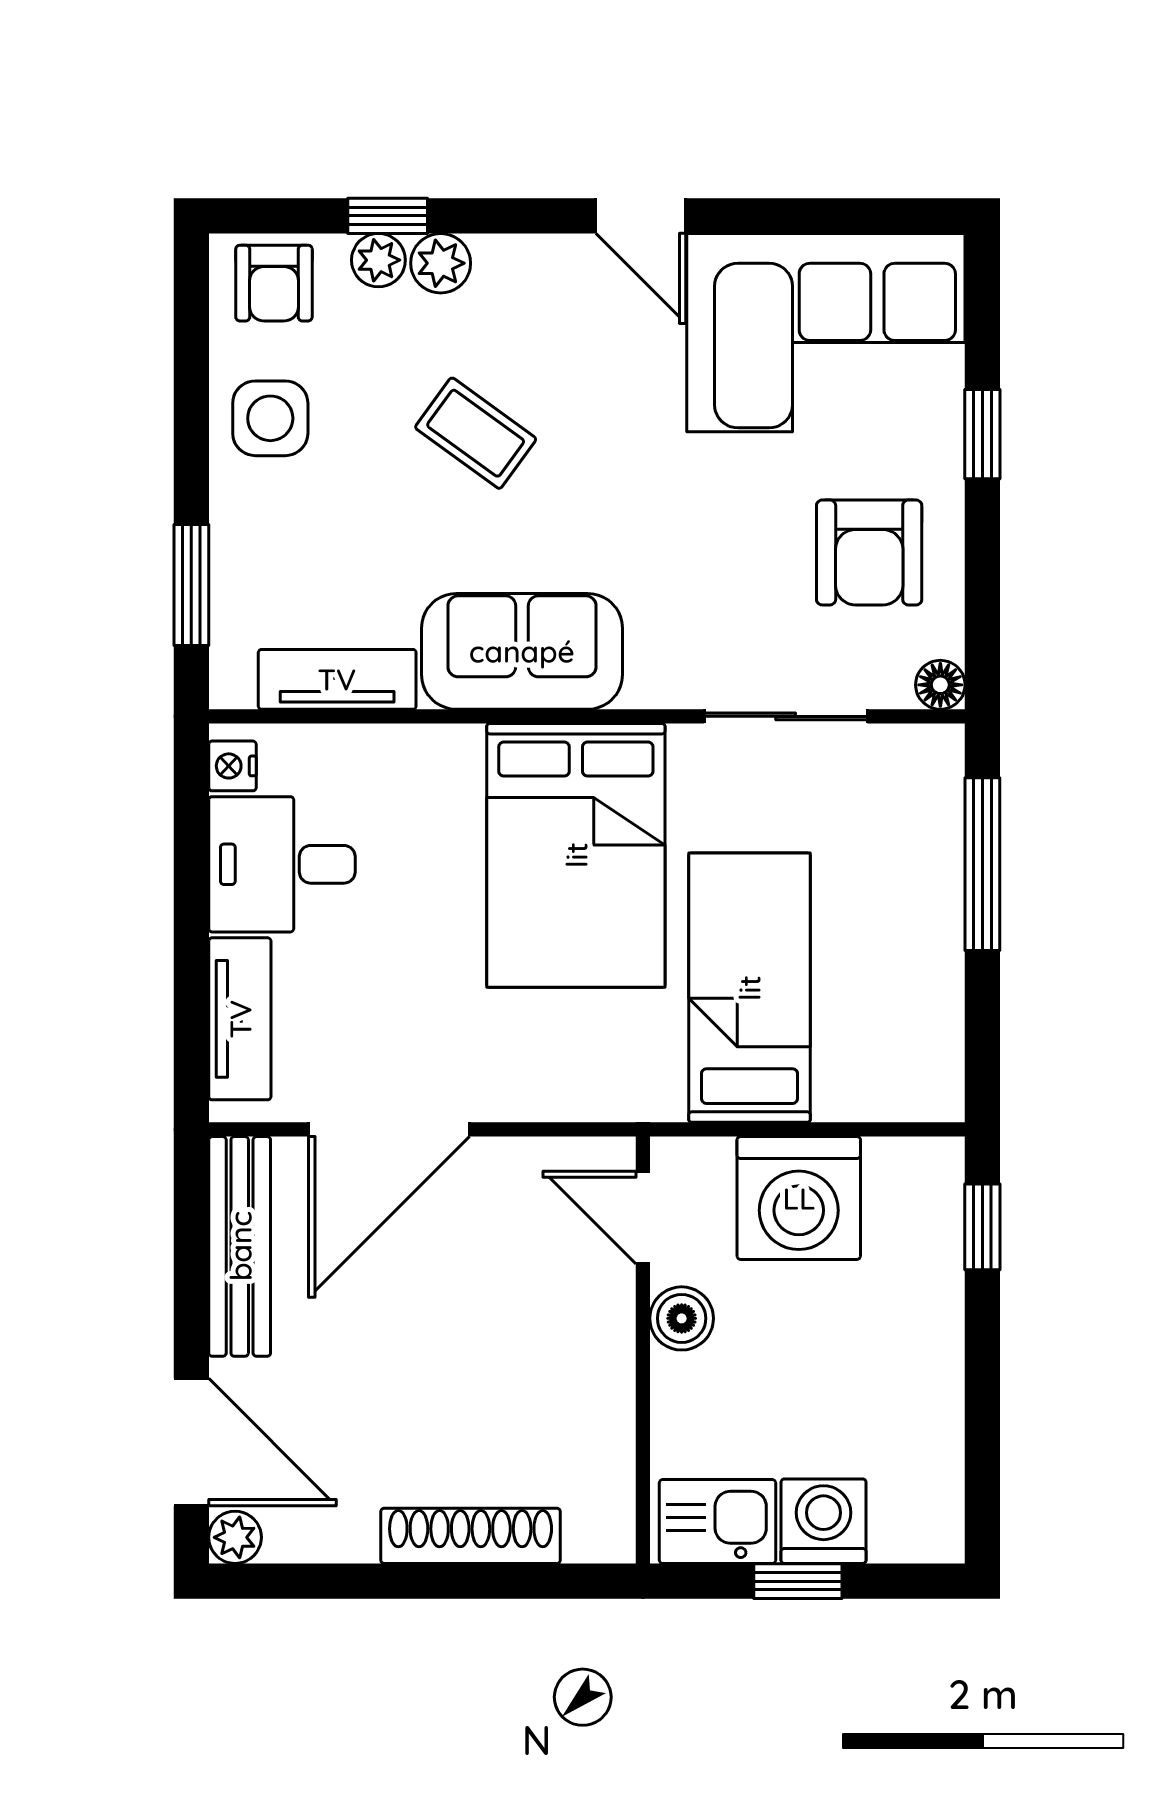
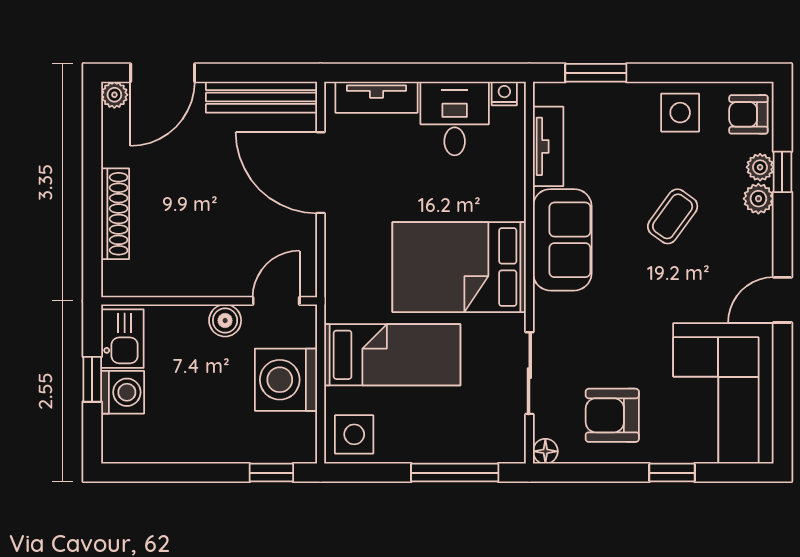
side table: (907, 1063) -> (354, 434), added

